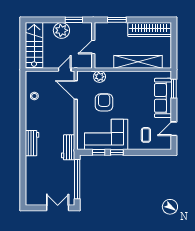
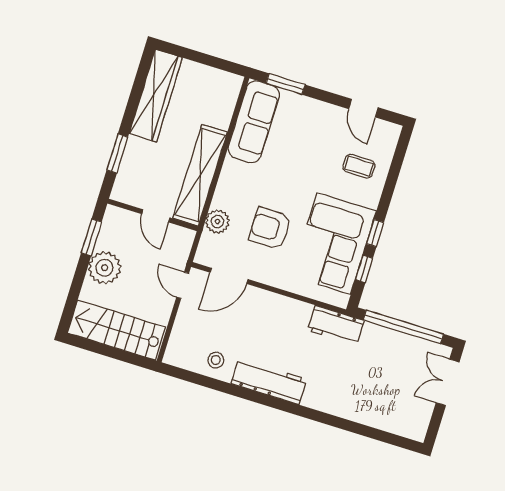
shelving: (138, 62) -> (200, 175), moved
sofa: (163, 98) -> (254, 122), moved, turned -90
workbench: (32, 143) -> (269, 381), moved, width x1.38

